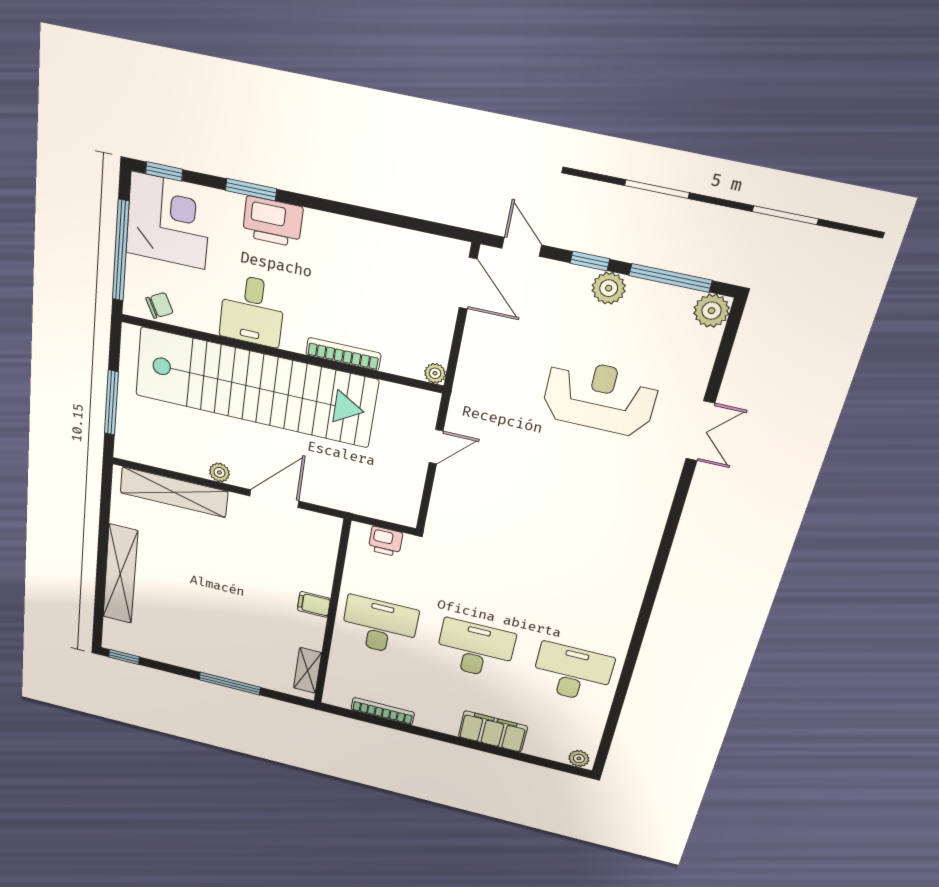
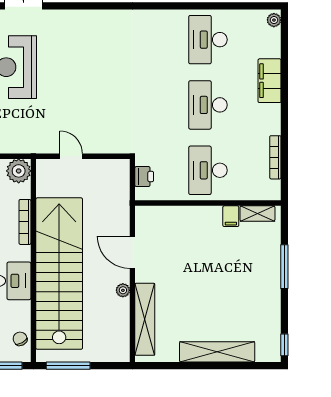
plant: (435, 373) -> (19, 171), width x1.87, depth x1.87
window: (111, 403) -> (68, 366), moved
filing cabinet: (314, 604) -> (231, 216), moved

